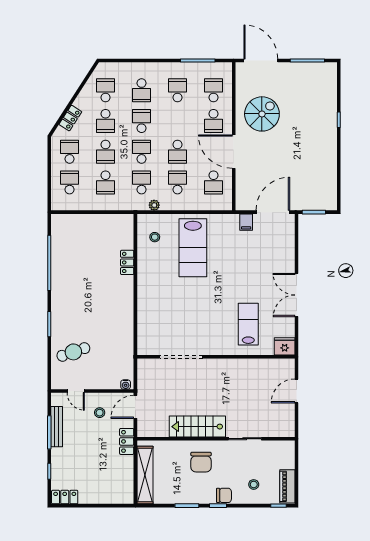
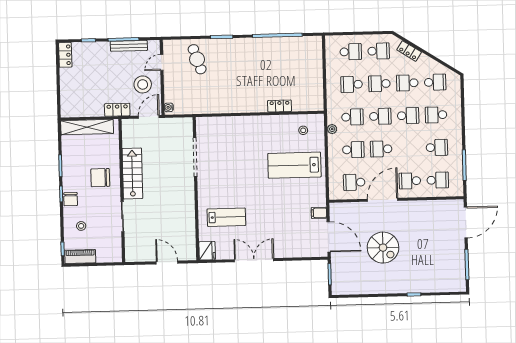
spiral stairs: (262, 114) -> (383, 248), moved
door: (135, 407) -> (149, 117), hinge flipped
stool: (100, 413) -> (143, 84), width x1.89, depth x1.89

